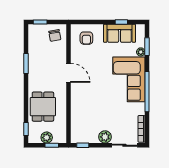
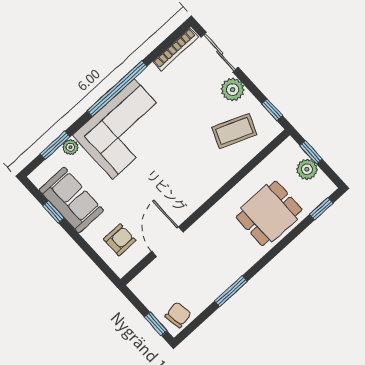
chair: (55, 35) -> (178, 315), moved
door: (68, 73) -> (167, 242), moved
coffee table: (88, 123) -> (234, 131), added

